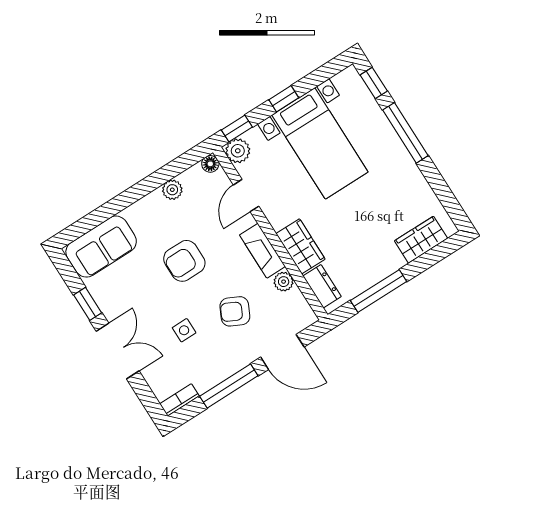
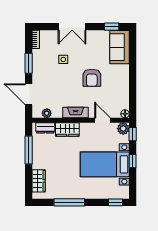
window: (405, 133) -> (69, 202), moved
plant: (172, 190) -> (124, 91), removed
armchair: (184, 261) -> (92, 78), turned 180
plant: (284, 282) -> (47, 113), moved
window: (88, 304) -> (112, 27), moved
armchair: (235, 311) -> (58, 85), removed
door: (282, 352) -> (29, 94), hinge flipped
window: (229, 386) -> (29, 63), width x0.69

